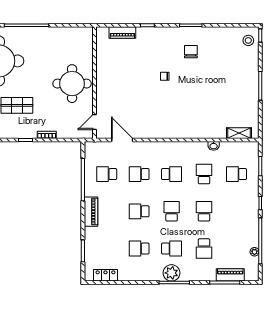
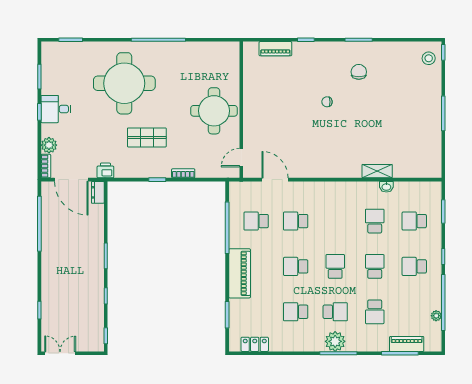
shelving: (239, 133) -> (377, 171), moved
school desk: (172, 174) -> (414, 266), moved, turned 180
piano: (91, 212) -> (240, 273), width x1.37, depth x1.33

